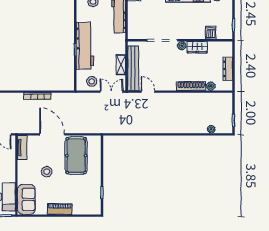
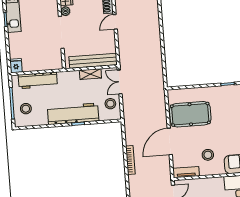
door: (148, 92) -> (115, 22), moved
stool: (47, 172) -> (208, 155), moved

